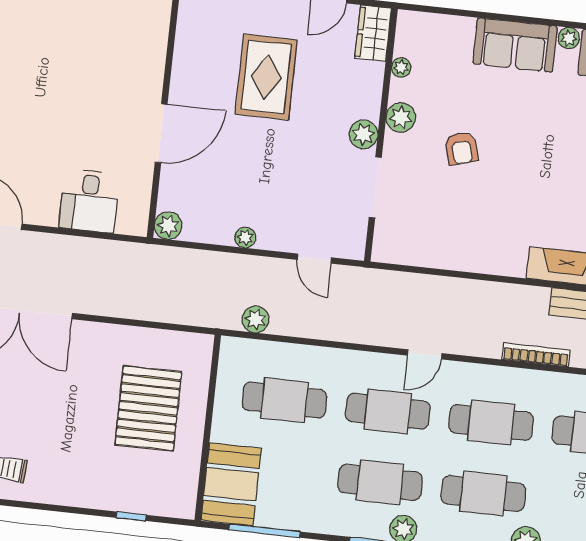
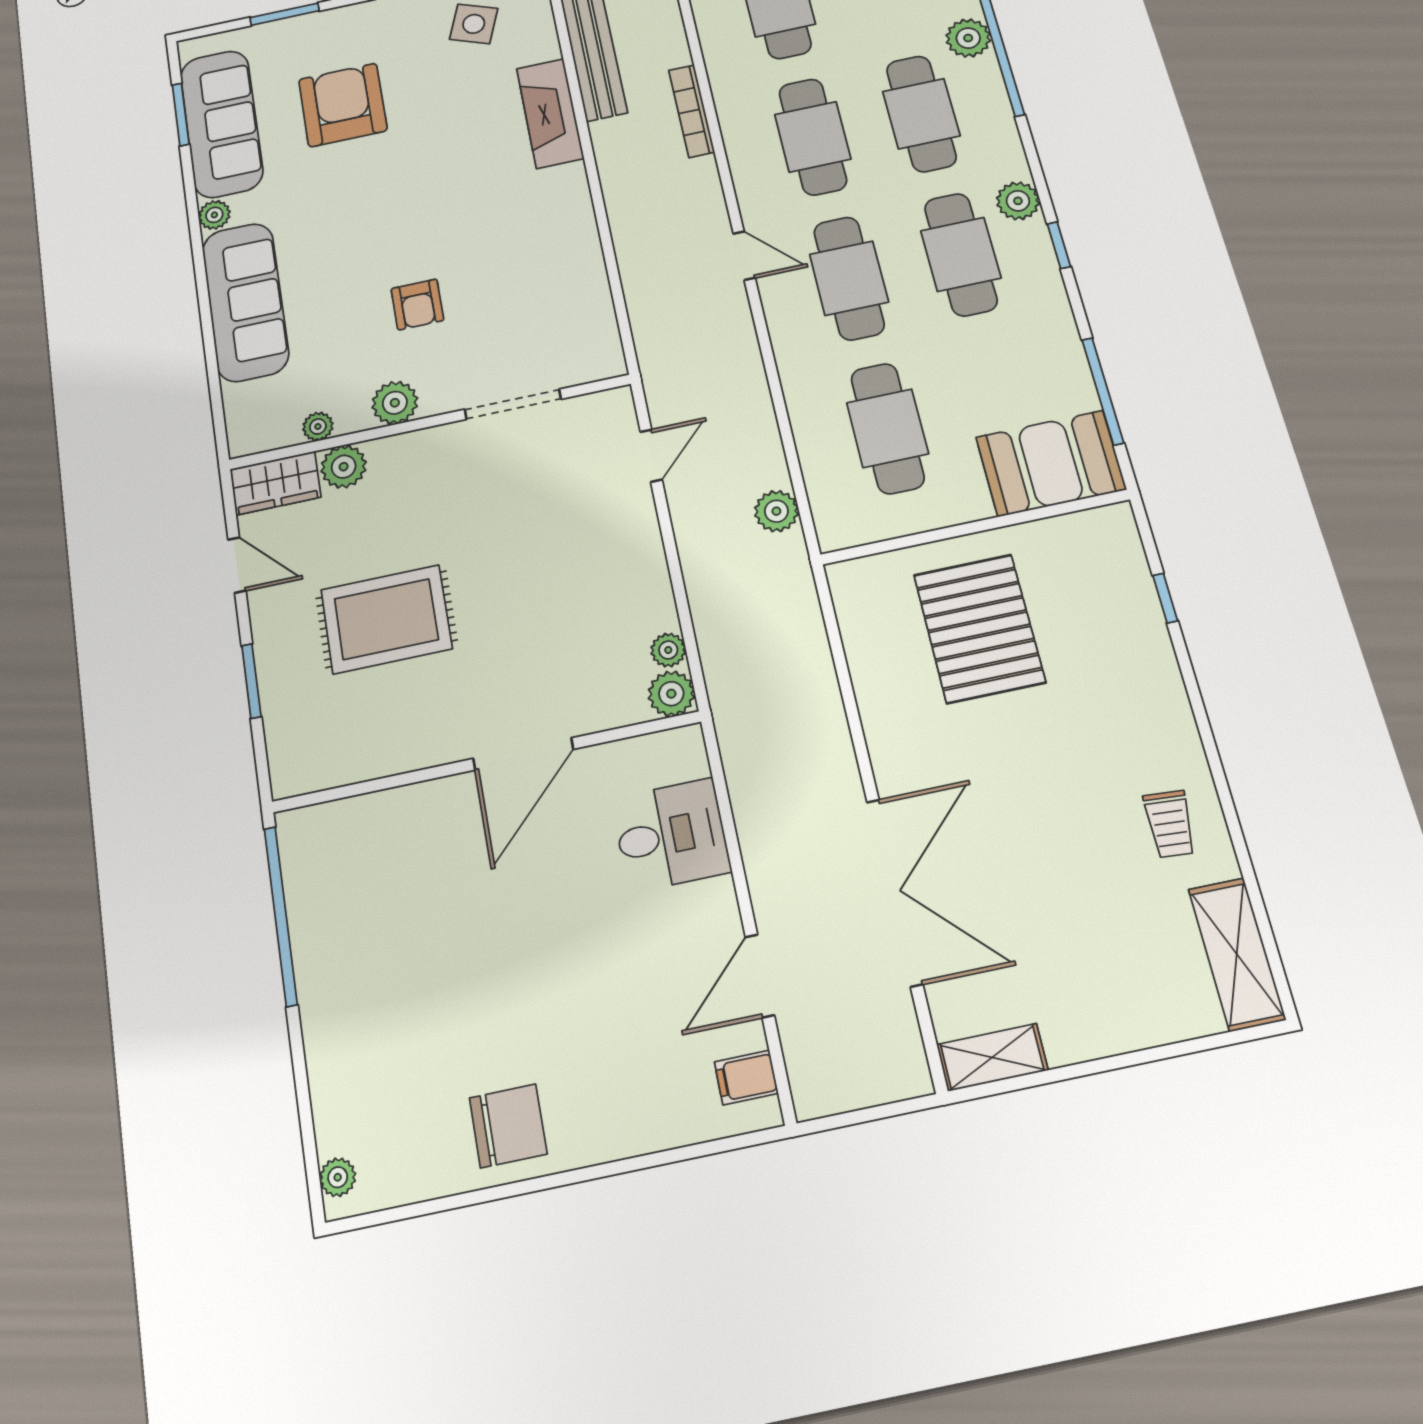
sofa: (515, 45) -> (245, 302), width x1.36
door: (161, 133) -> (523, 754), swing flipped
plant: (363, 134) -> (344, 467), moved
armchair: (462, 148) -> (417, 304), turned 106
plant: (245, 237) -> (668, 650), moved
pallet: (148, 408) -> (979, 628), turned 90

